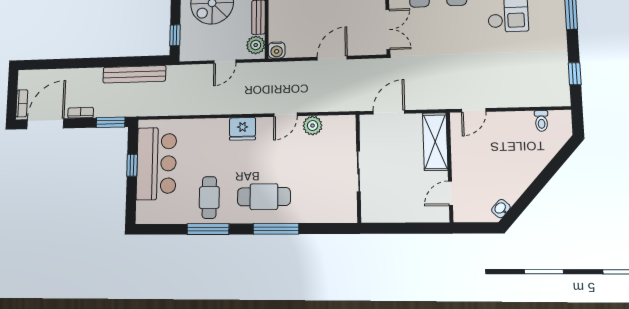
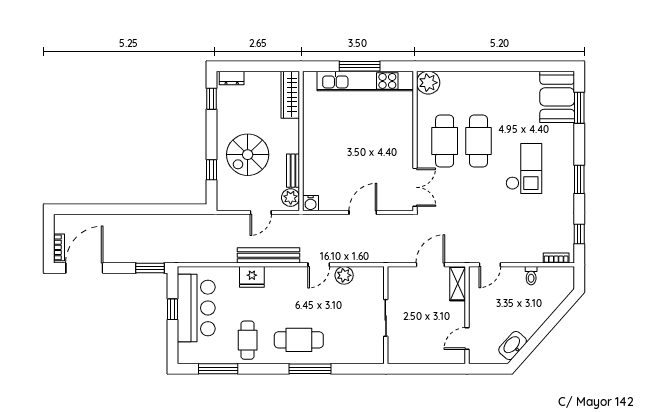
window: (175, 35) -> (212, 170), moved
bench: (134, 74) -> (268, 255), moved
door: (389, 112) -> (430, 265), moved
bookcase: (81, 113) -> (556, 258), moved
toilet: (541, 121) -> (531, 276), moved
fridge: (243, 129) -> (252, 277), moved
shelving: (435, 142) -> (458, 284), width x0.67, depth x0.75
washbasin: (501, 209) -> (513, 346), width x1.91, depth x1.45
window: (208, 229) -> (218, 369), moved

